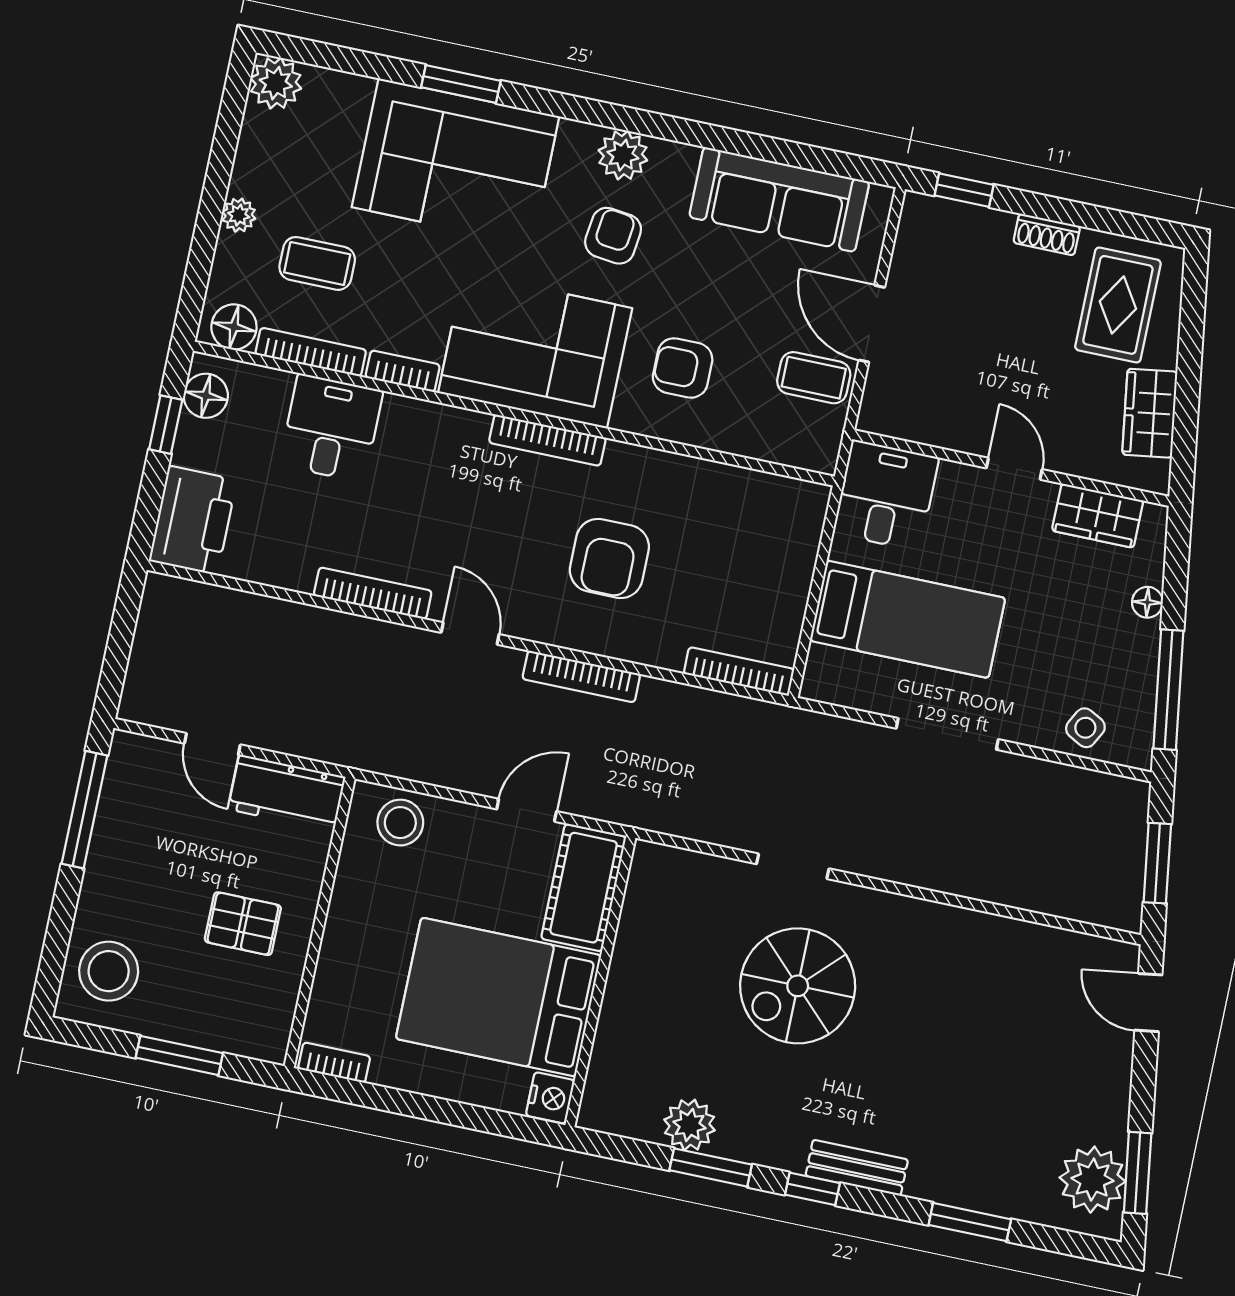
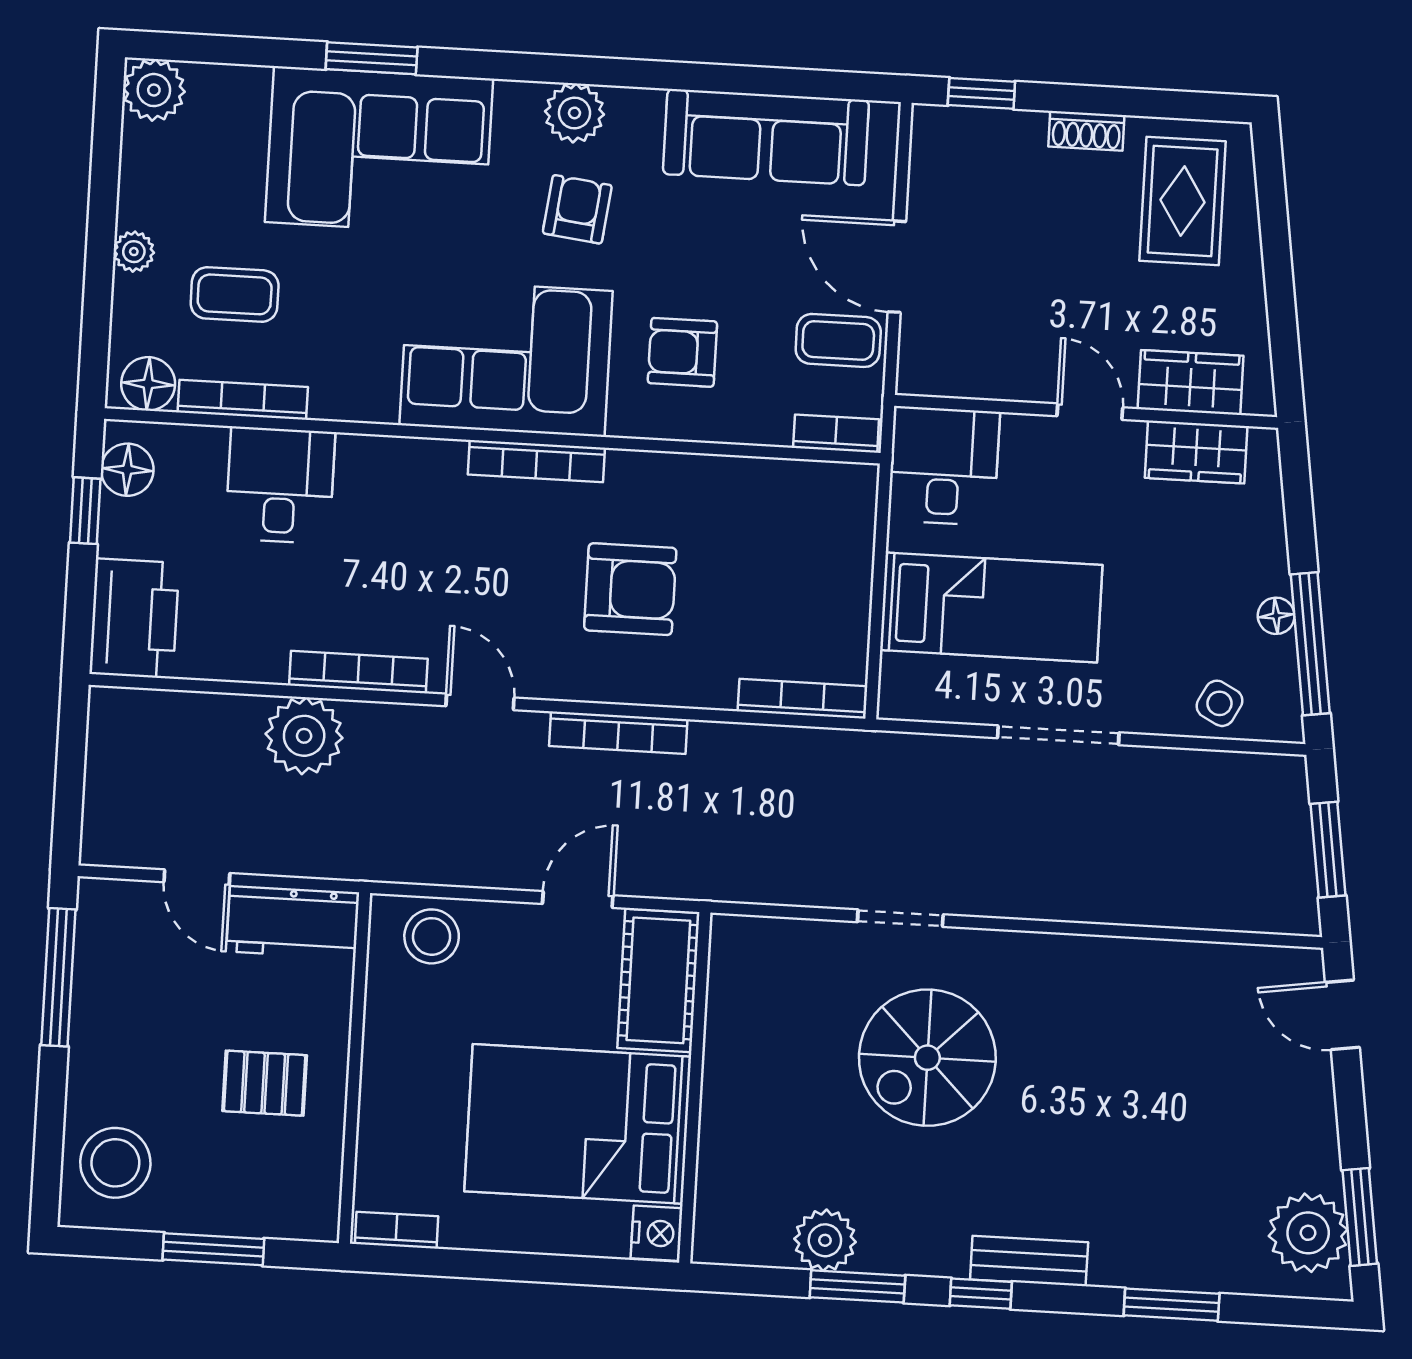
bookcase: (403, 371) -> (836, 434), moved
wardrobe: (1150, 413) -> (1191, 382), moved, turned 98
armchair: (609, 558) -> (630, 589), turned -90
floor lamp: (1147, 602) -> (1276, 616), moved
plant: (319, 640) -> (304, 736), added

